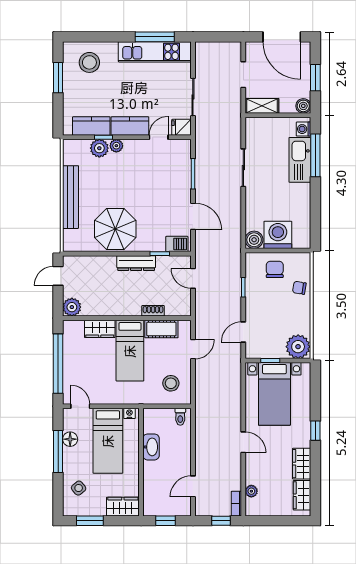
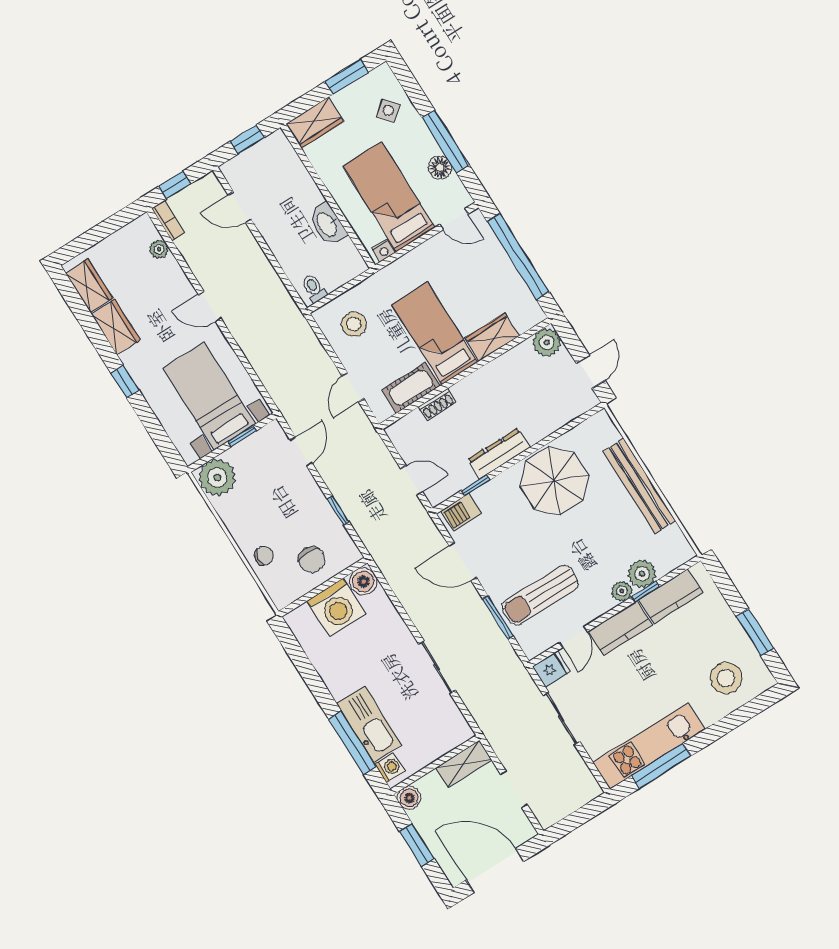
sun lounger: (162, 171) -> (540, 595), added
door: (193, 486) -> (240, 207), swing flipped

